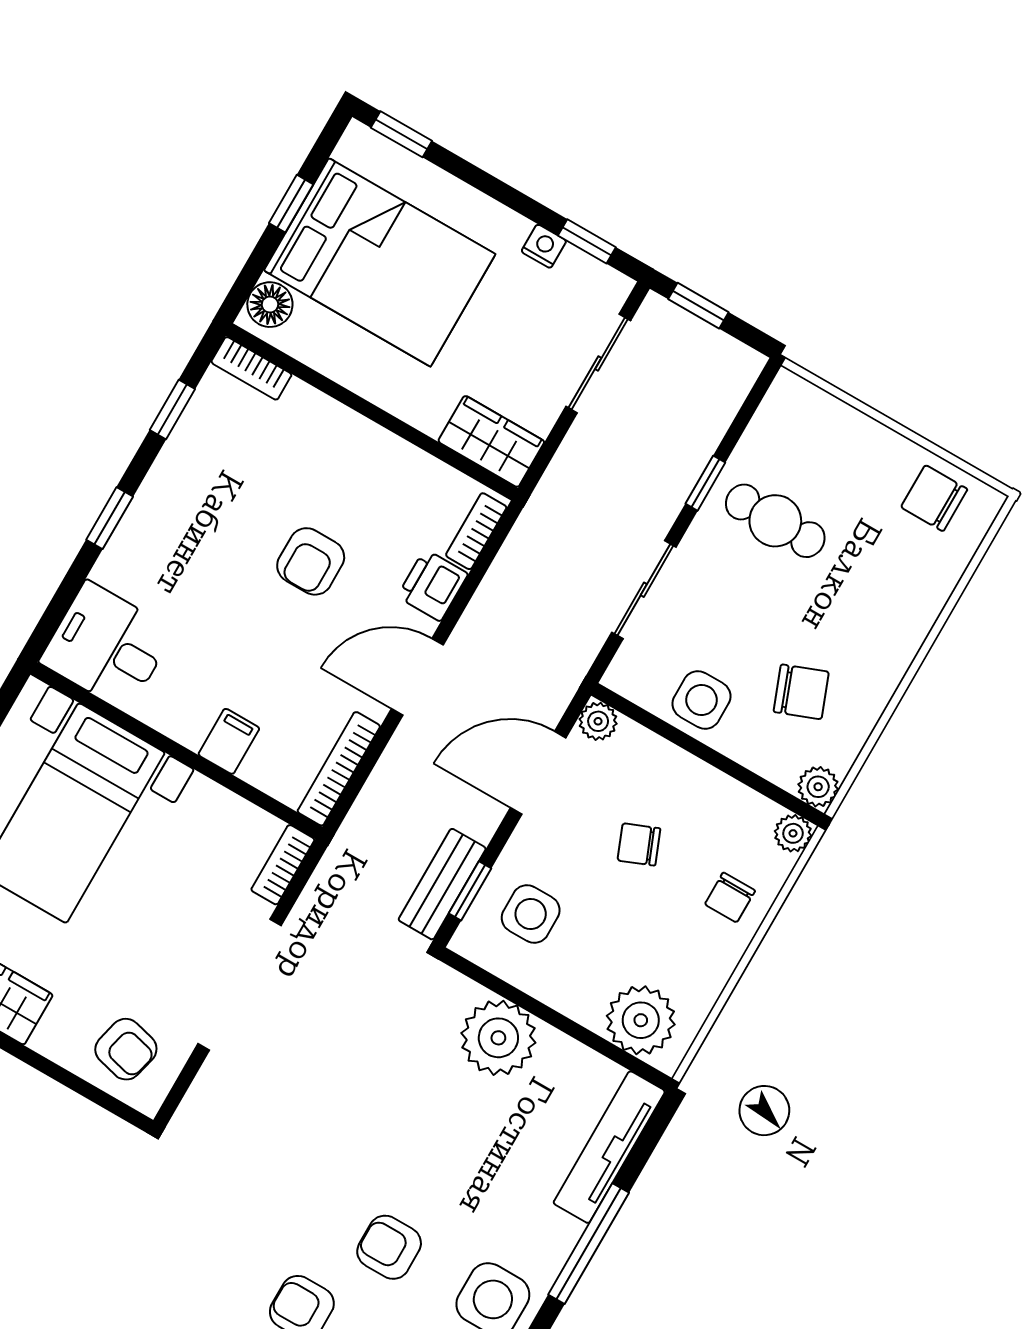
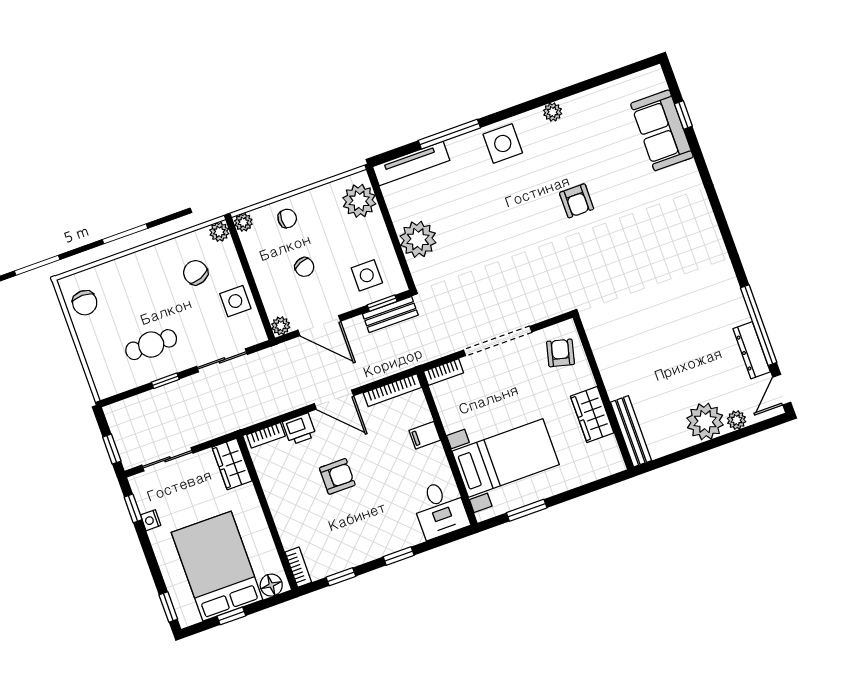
cafe table: (775, 521) -> (151, 345), turned 90
armchair: (389, 1247) -> (525, 196), removed

